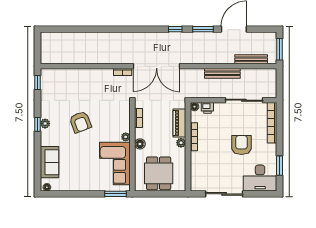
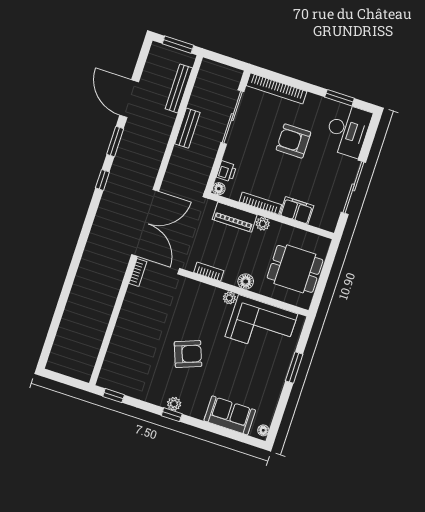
bench: (222, 73) -> (187, 128), width x0.73
filing cabinet: (197, 162) -> (297, 210), added
window: (115, 194) -> (294, 367), moved

